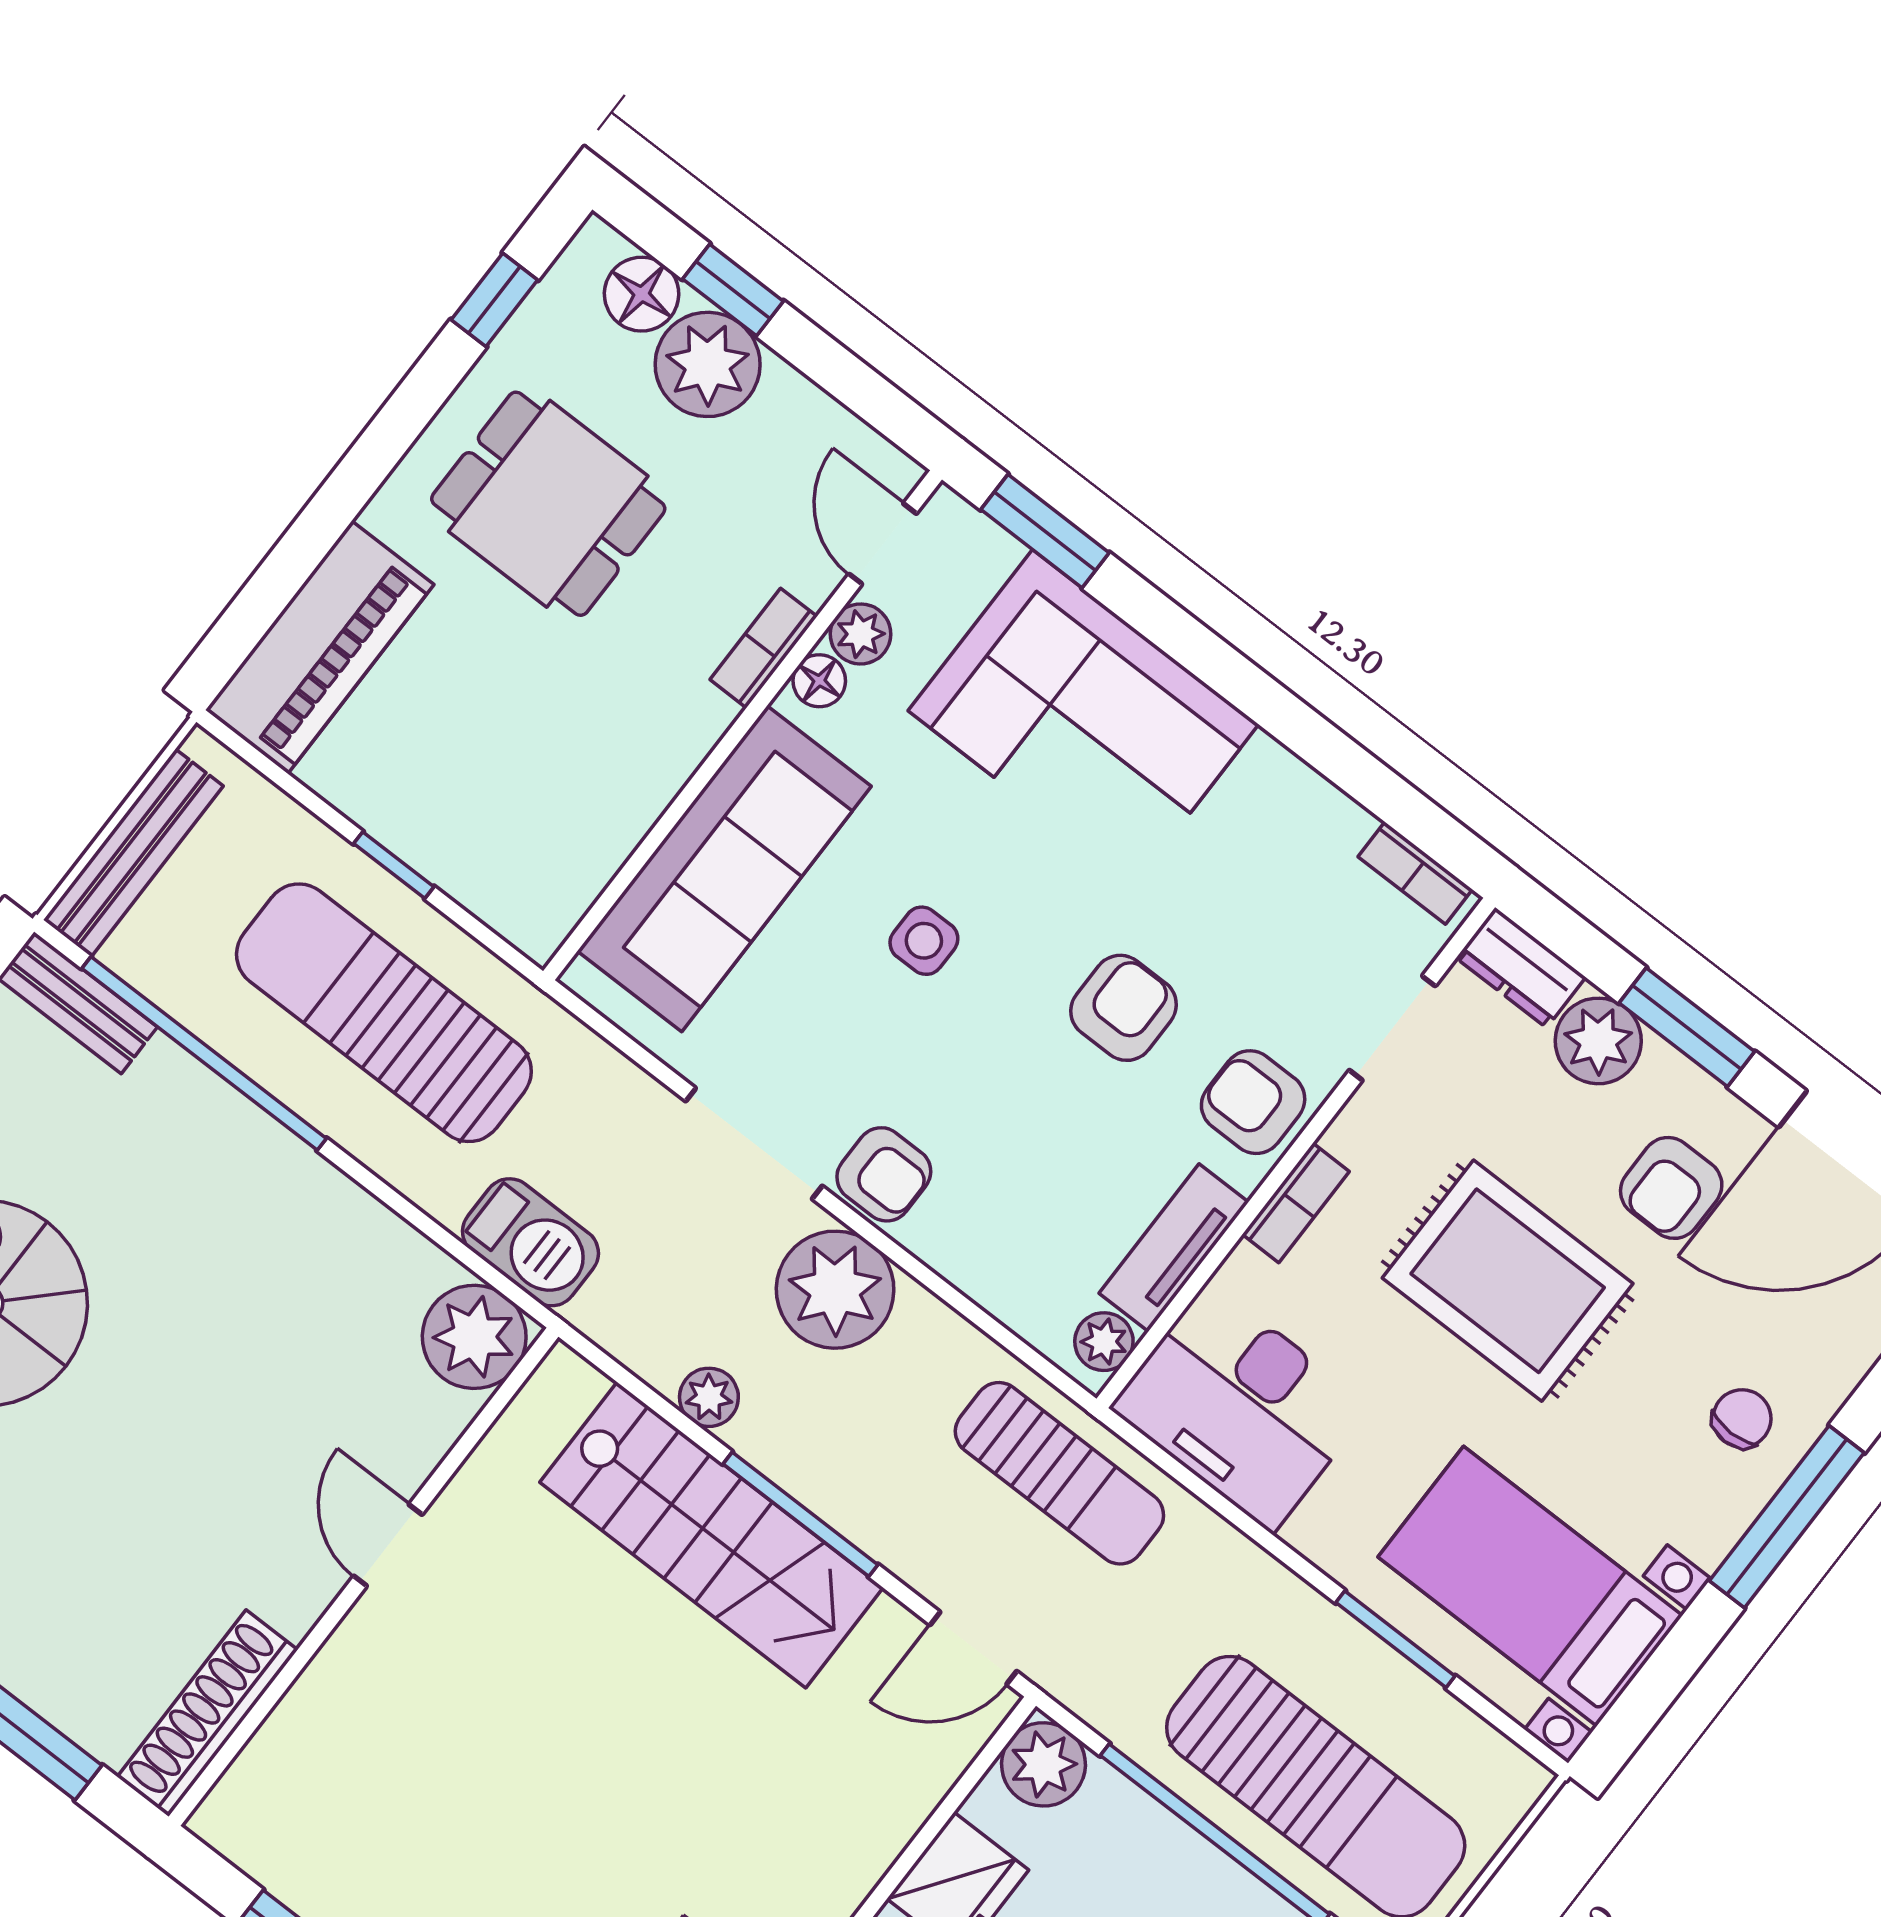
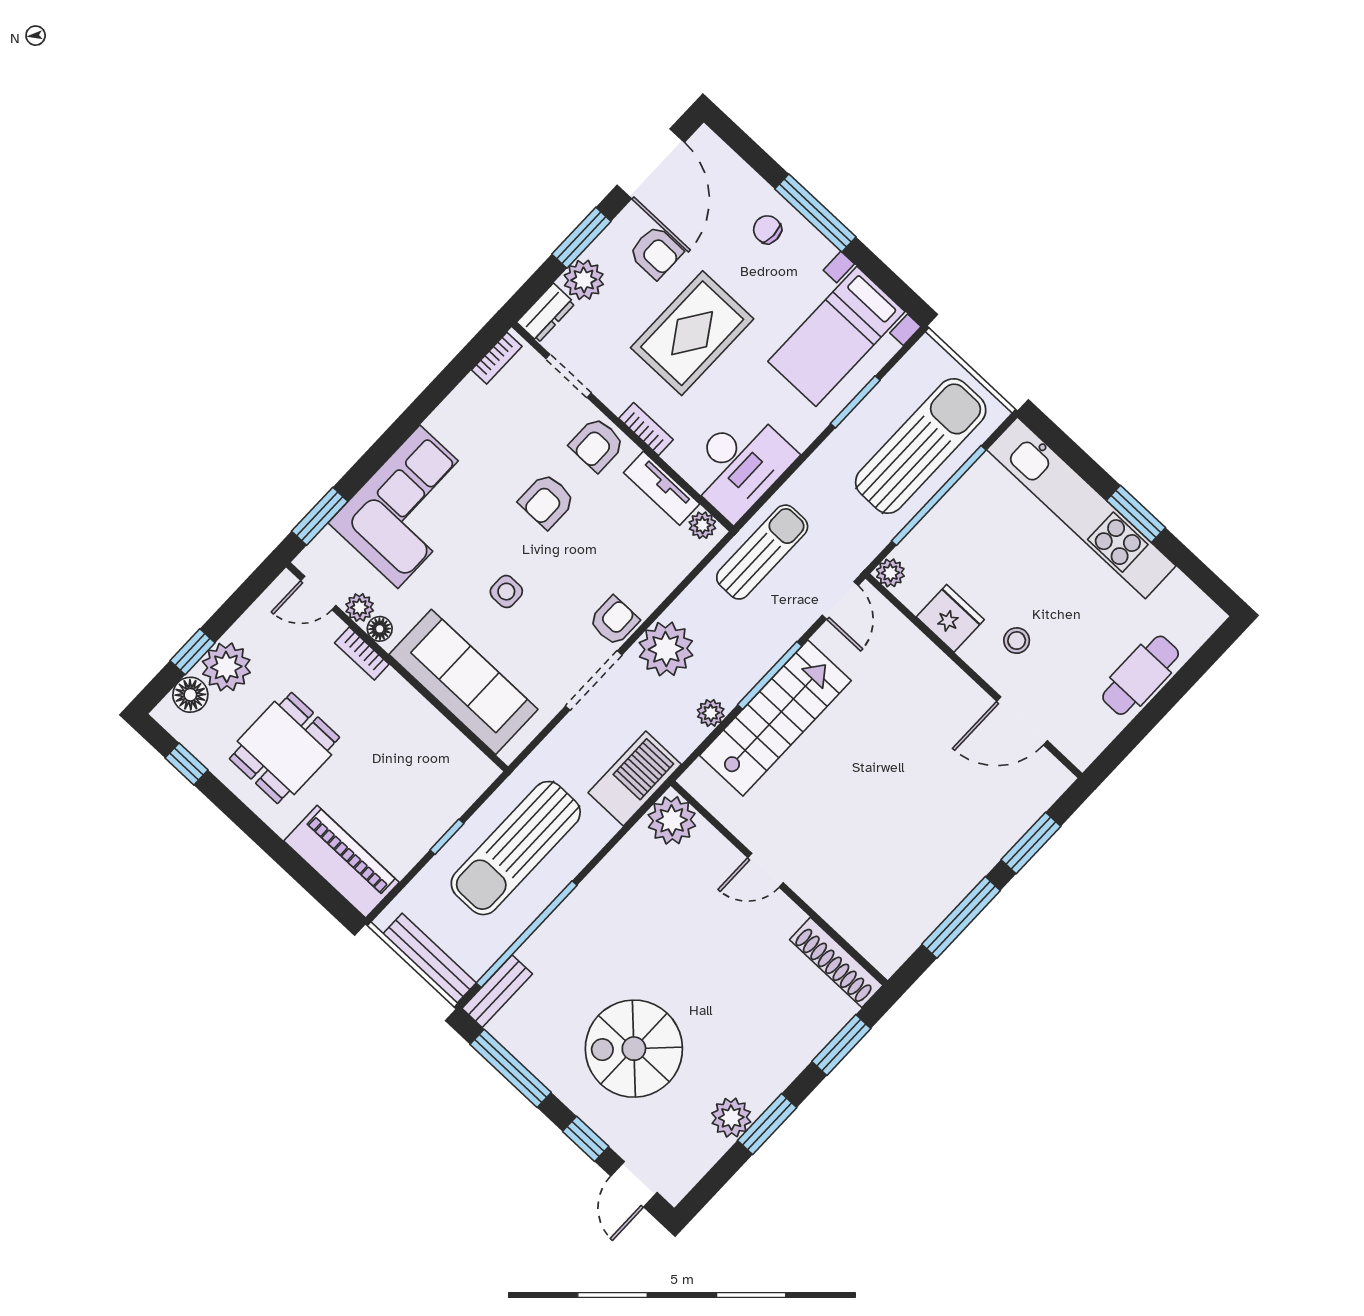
armchair: (1124, 1008) -> (547, 501), turned -90
barbecue: (530, 1242) -> (635, 778), width x1.37, depth x1.21
plant: (1044, 1764) -> (890, 573), width x0.73, depth x0.73

